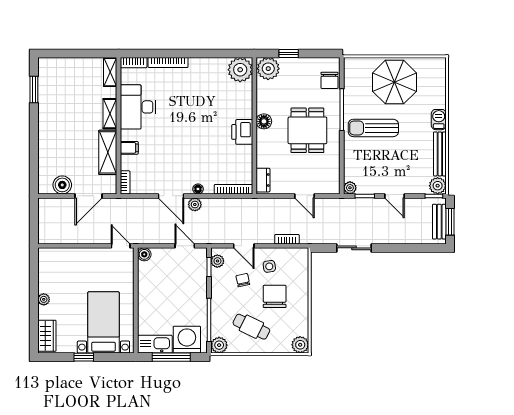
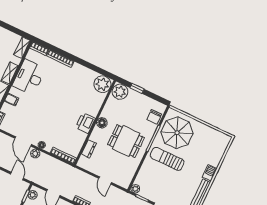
parasol: (395, 82) -> (177, 133), moved
dining table: (307, 130) -> (126, 141), turned 90
dresser: (263, 180) -> (89, 149), moved

